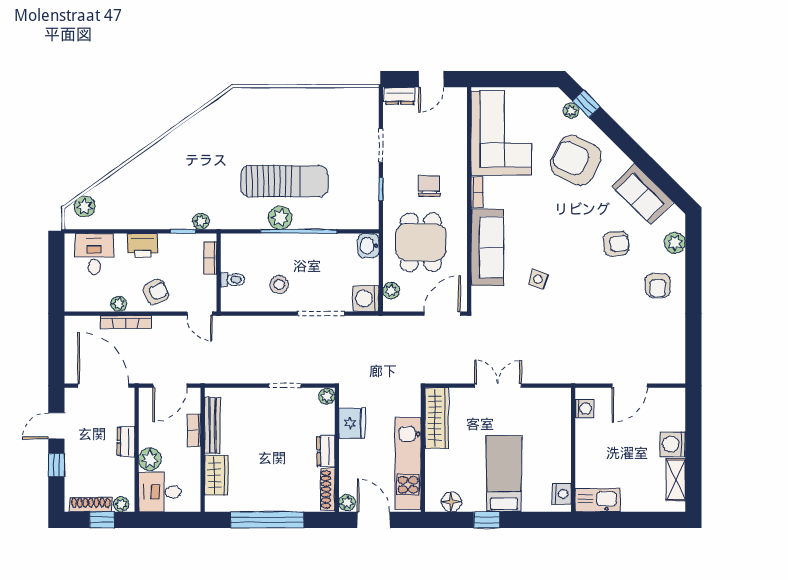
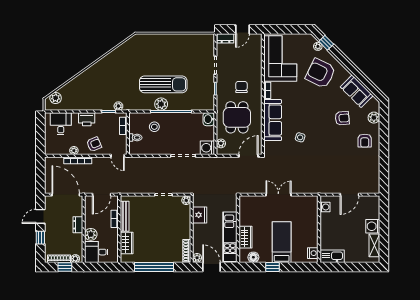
stool: (279, 285) -> (154, 127), moved
wardrobe: (437, 418) -> (245, 237), moved, width x0.67
dresser: (326, 451) -> (186, 230), removed

